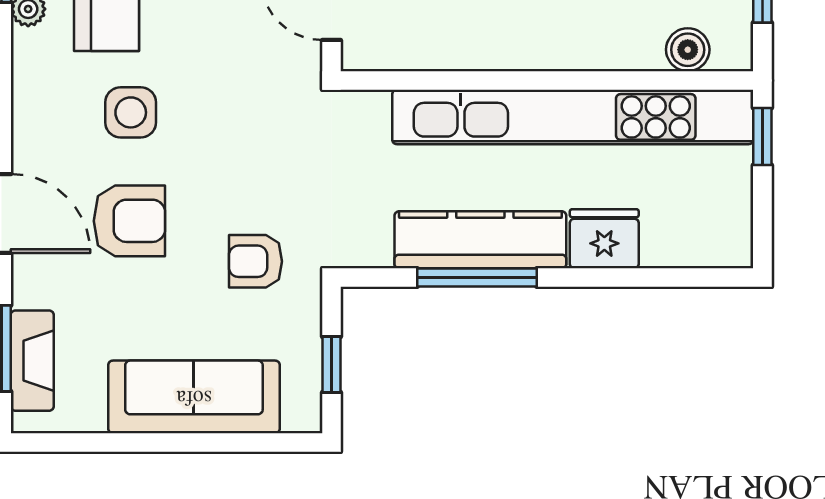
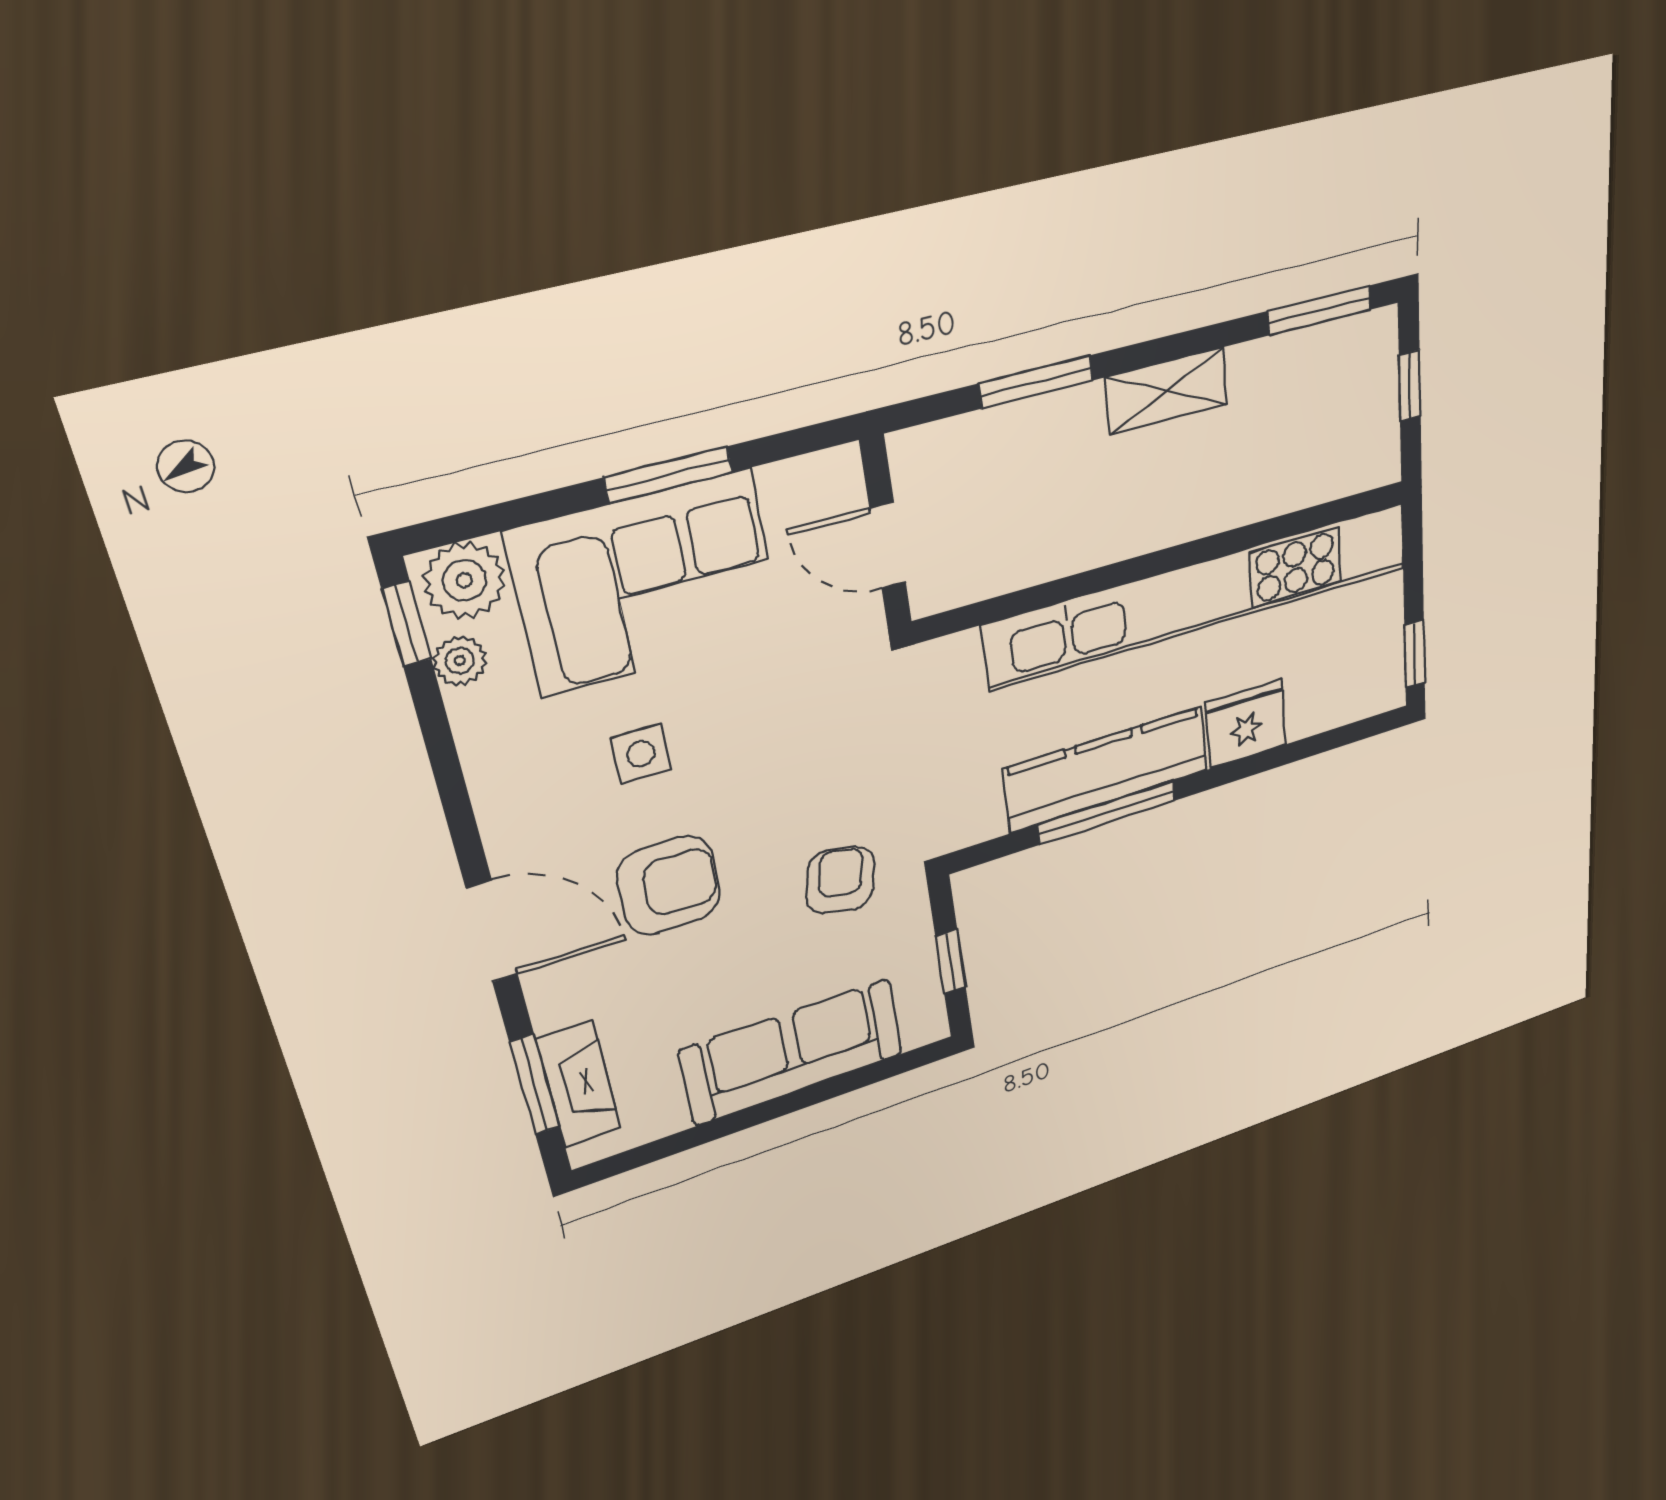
boiler: (688, 50) -> (1328, 476), removed
side table: (131, 112) -> (641, 754), width x0.73, depth x0.73
window: (762, 136) -> (1415, 654), moved
armchair: (255, 261) -> (840, 880), turned 102

